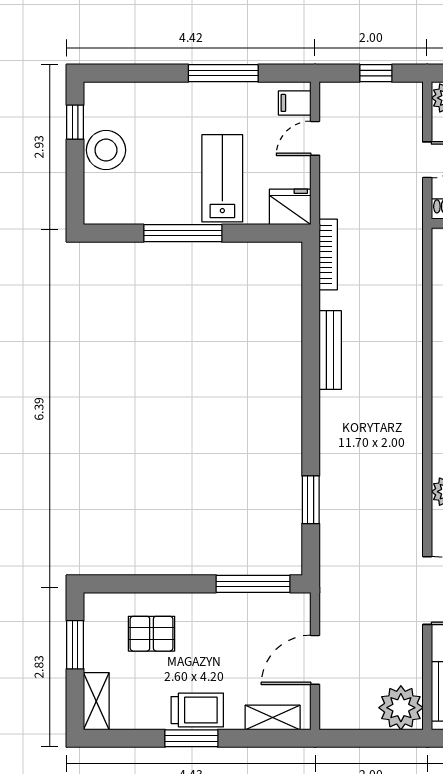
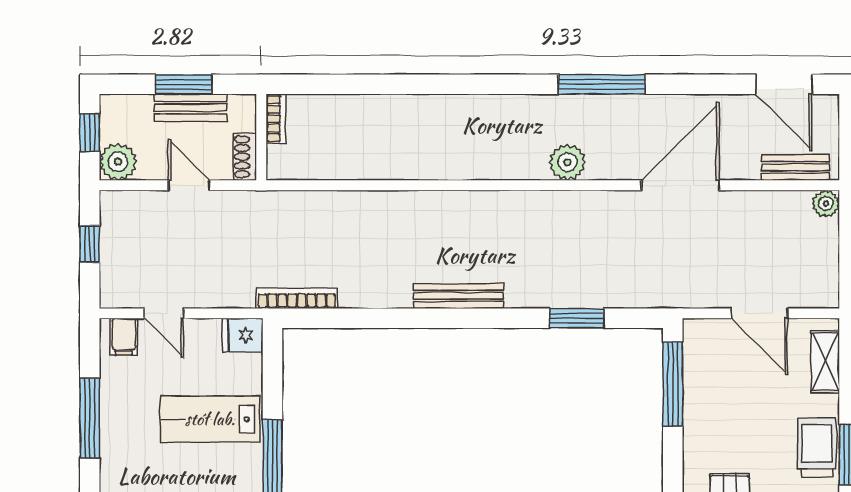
fridge: (290, 207) -> (242, 335), width x0.72
bench: (330, 350) -> (459, 296), moved
plant: (401, 708) -> (826, 204), width x0.53, depth x0.53

